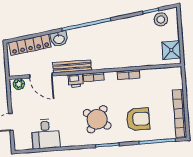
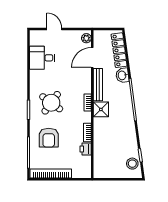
shower: (171, 50) -> (101, 109), moved
printer: (76, 81) -> (86, 149), moved

